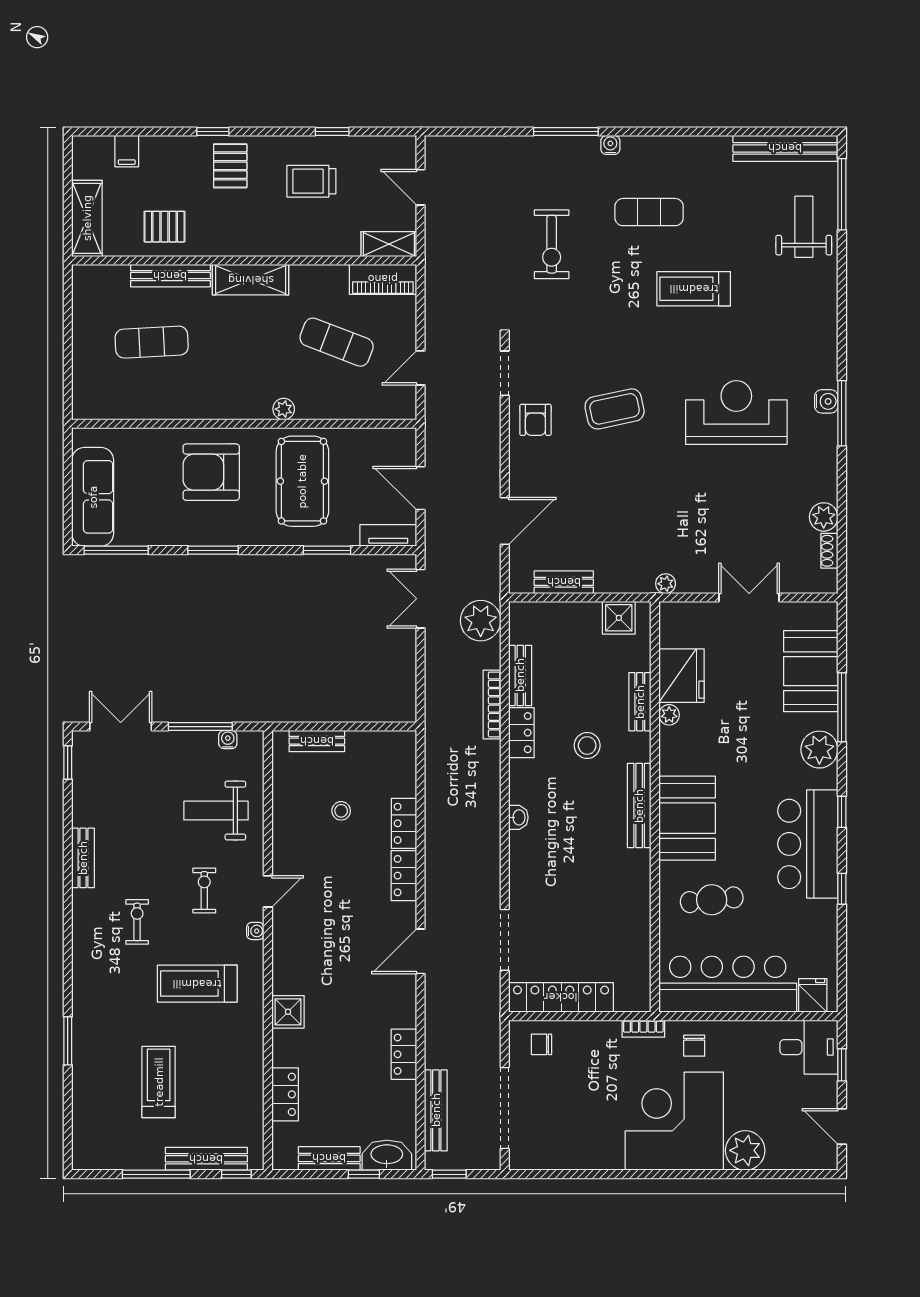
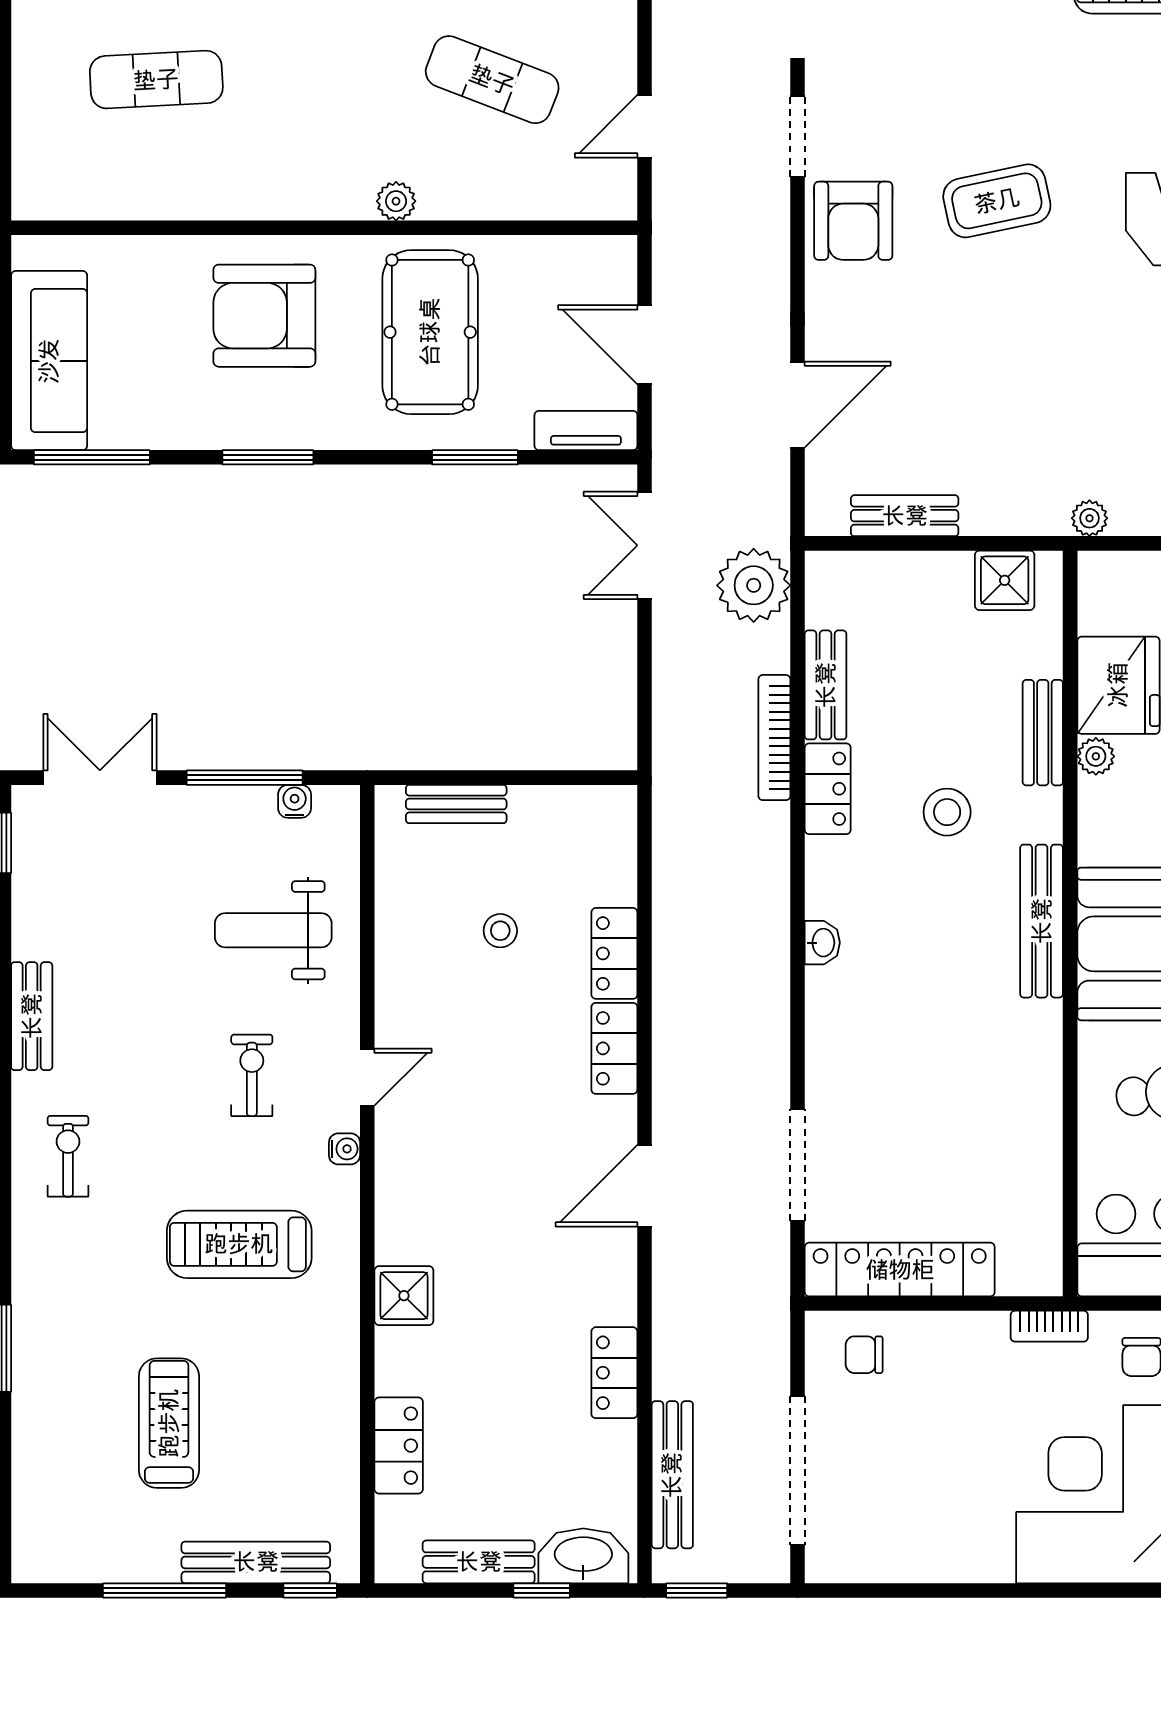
armchair: (535, 420) -> (853, 221), width x1.38, depth x1.38
exercise bike: (137, 922) -> (68, 1156), moved

